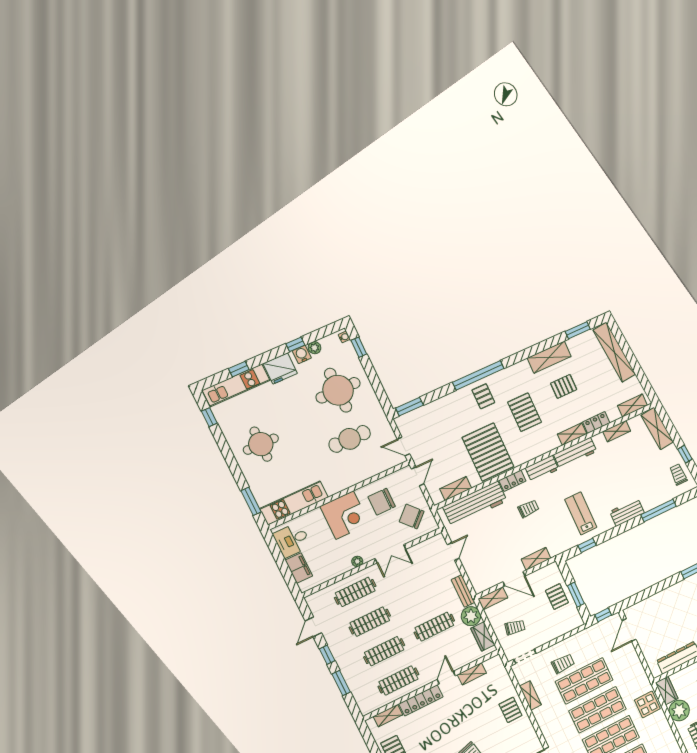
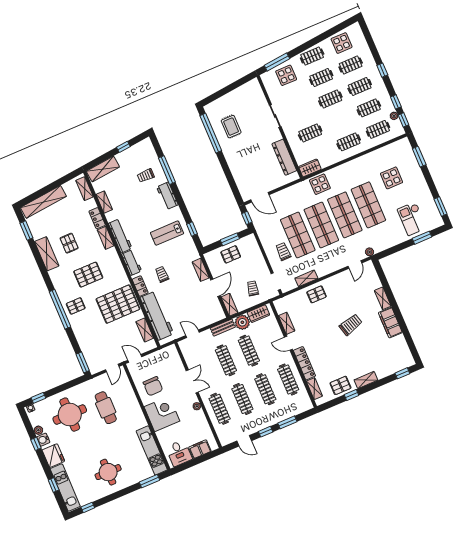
trolley: (678, 474) -> (146, 176), moved
chair: (412, 517) -> (165, 364), removed
clothes rail: (420, 597) -> (226, 360), added
plant: (679, 711) -> (327, 158), removed

